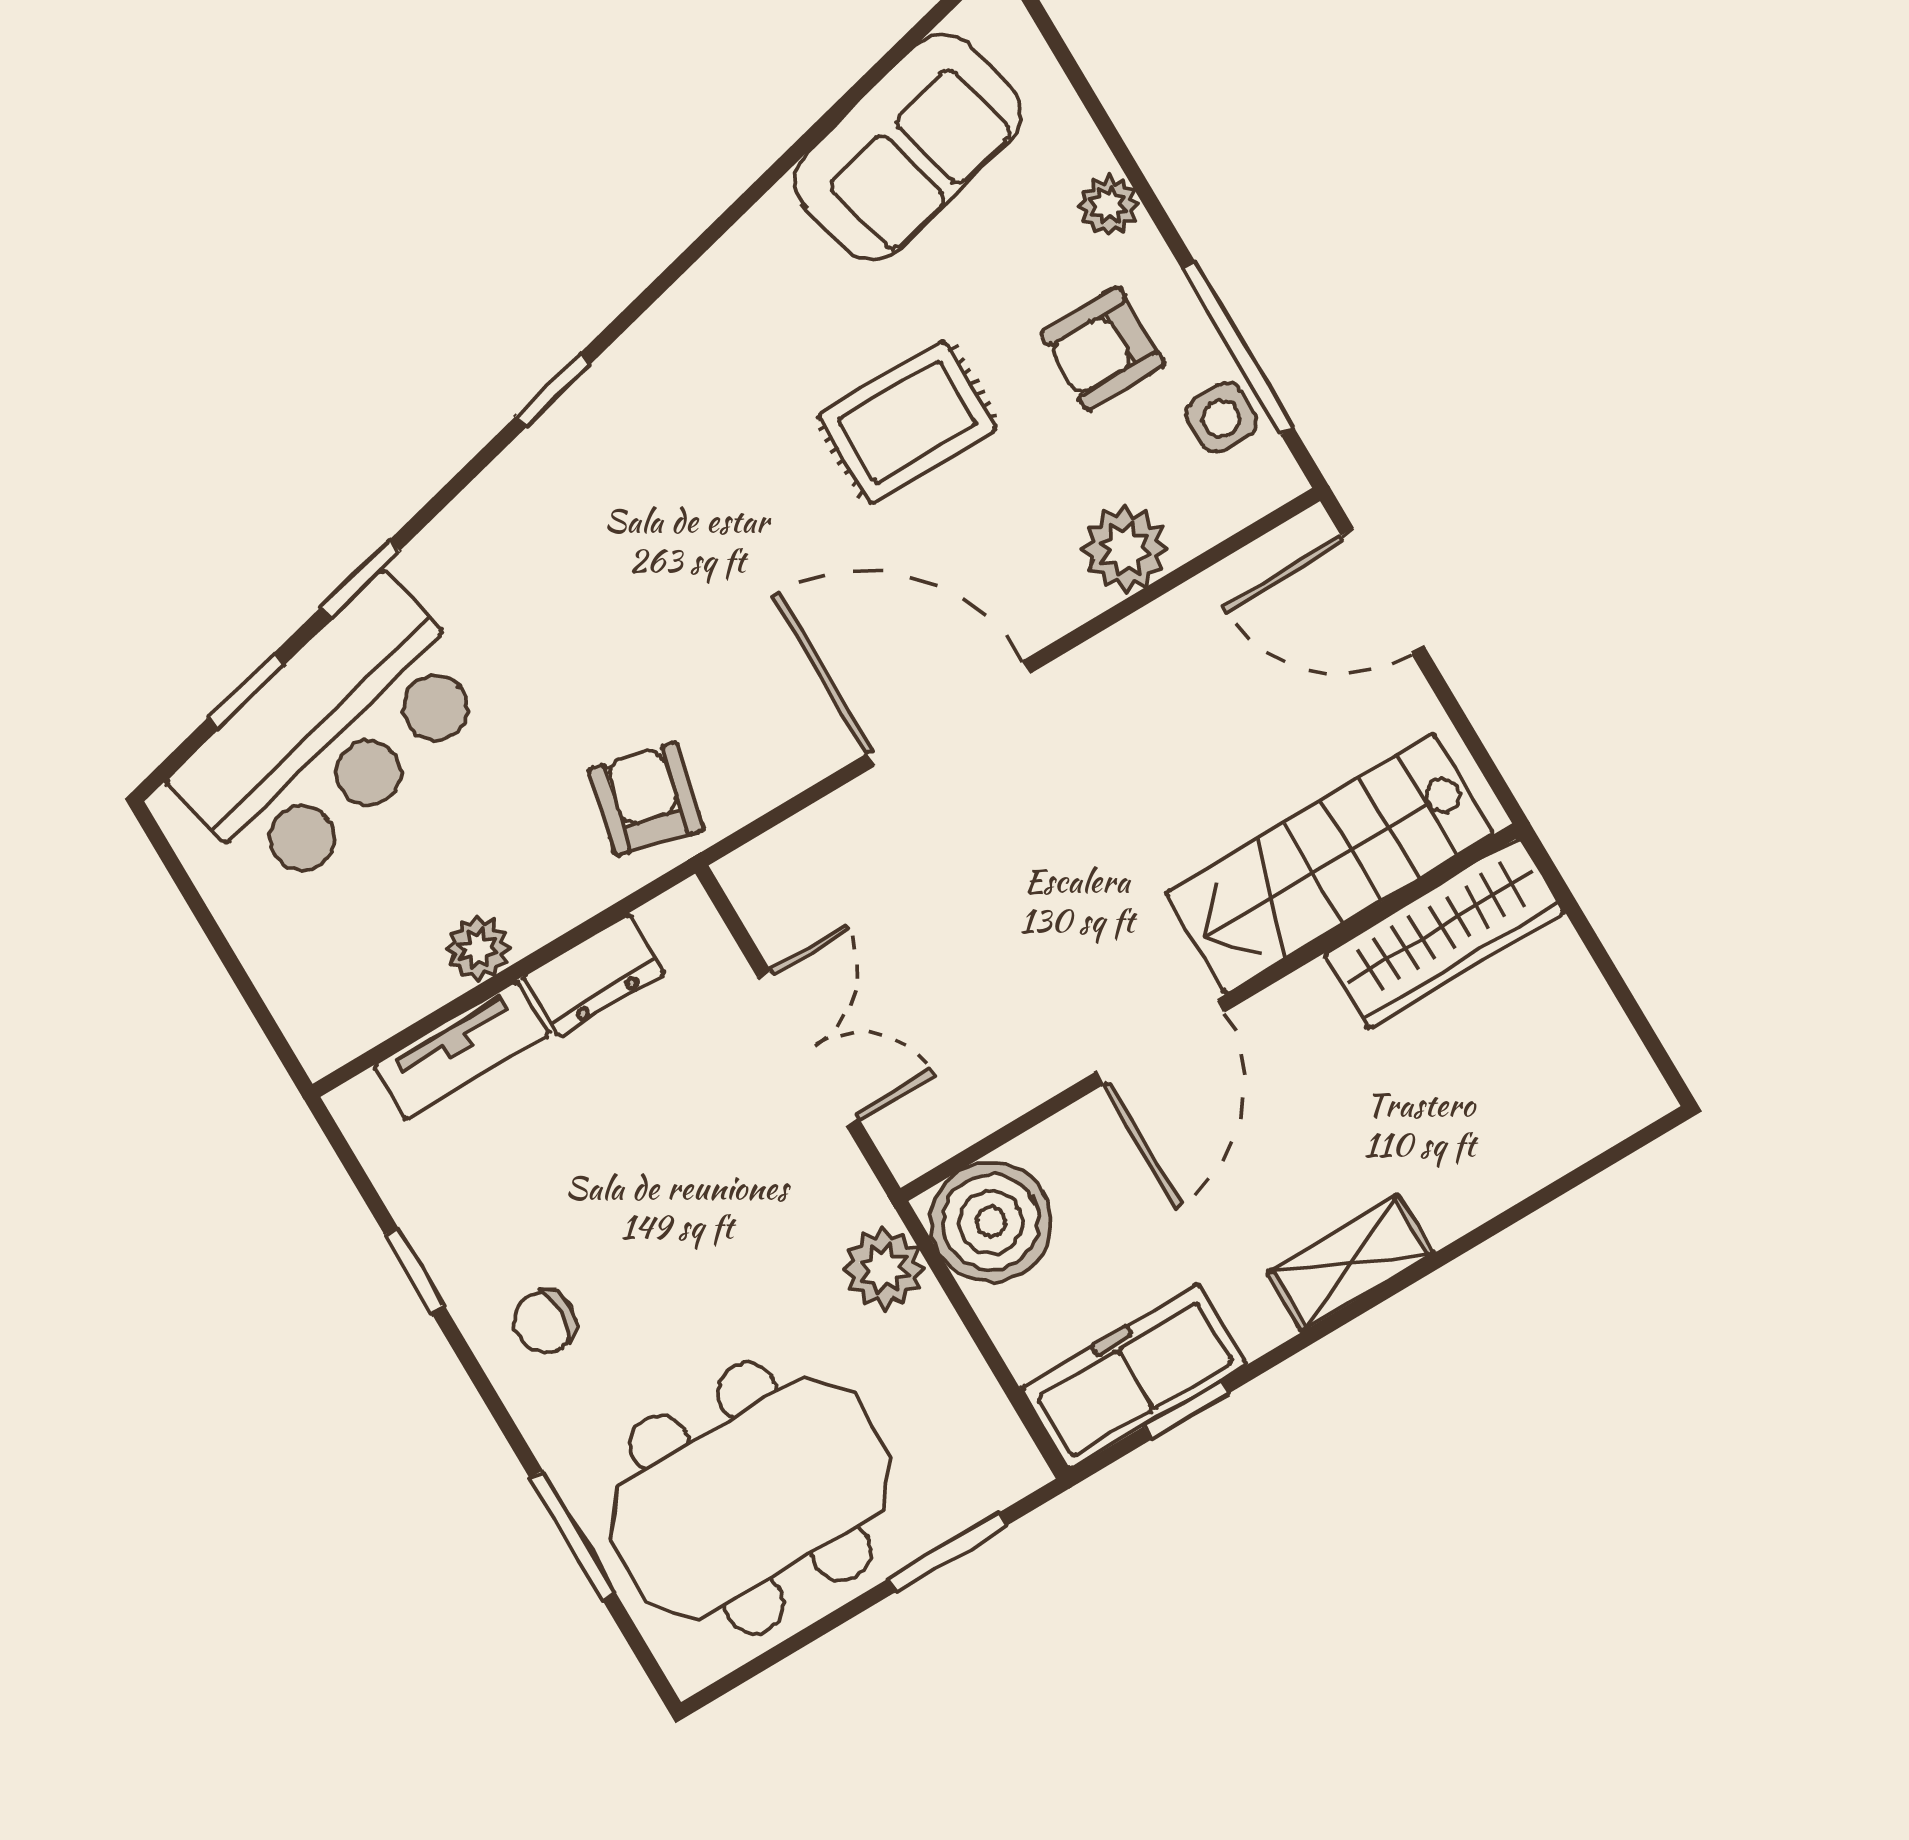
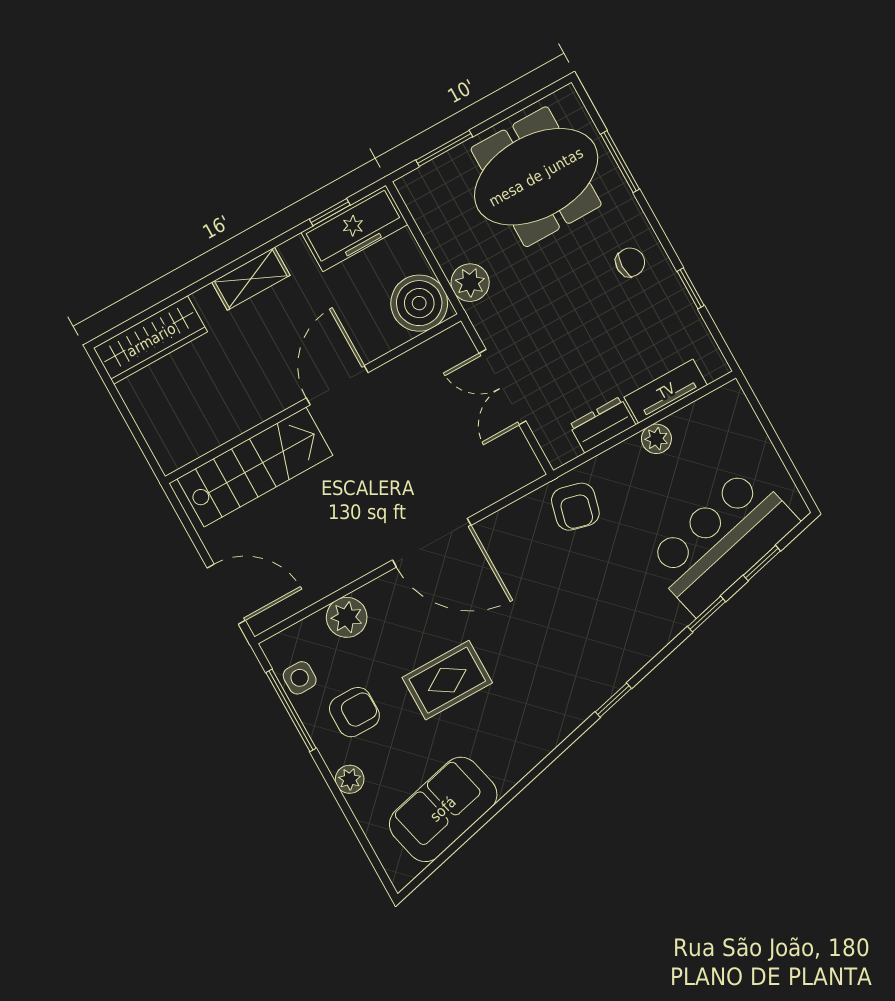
wardrobe: (1444, 933) -> (151, 340), moved, turned 180

